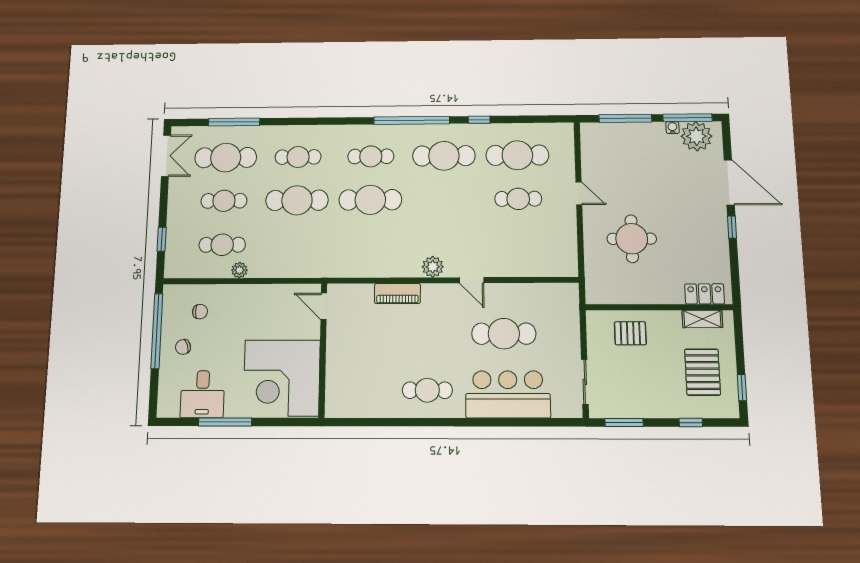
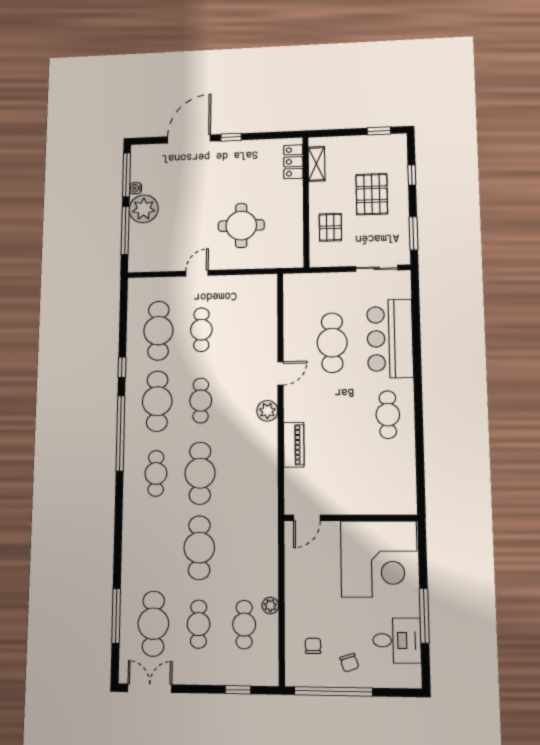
plant: (696, 136) -> (144, 209), moved
cafe table: (298, 157) -> (201, 401), moved
pallet: (703, 372) -> (372, 194), moved, turned 90

